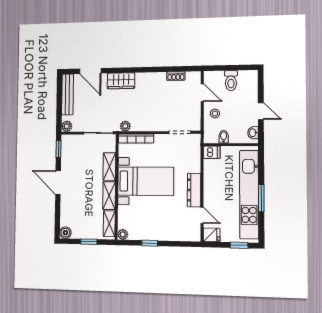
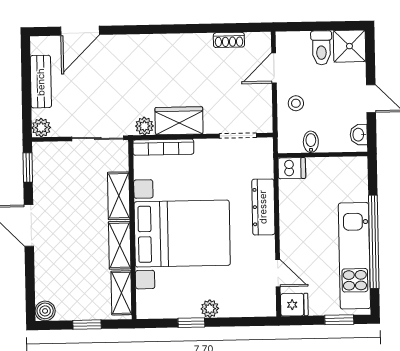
door: (90, 71) -> (80, 31), hinge flipped
shower: (248, 80) -> (349, 46), added
wardrobe: (121, 81) -> (179, 121), moved, turned 180
door: (202, 93) -> (274, 68), swing flipped
bench: (68, 94) -> (41, 82), width x0.73
bed with nightstands: (146, 181) -> (182, 234), width x1.36
dresser: (194, 190) -> (263, 207), moved
kitchen unit: (249, 195) -> (354, 256), width x0.73
window: (261, 198) -> (374, 242), width x2.11
plant: (123, 234) -> (210, 309), moved

